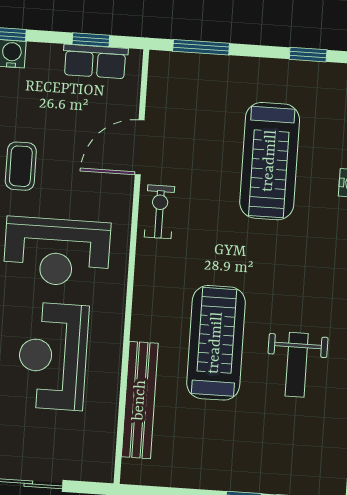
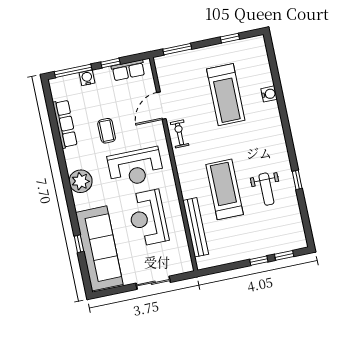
window: (91, 40) -> (110, 63), moved

